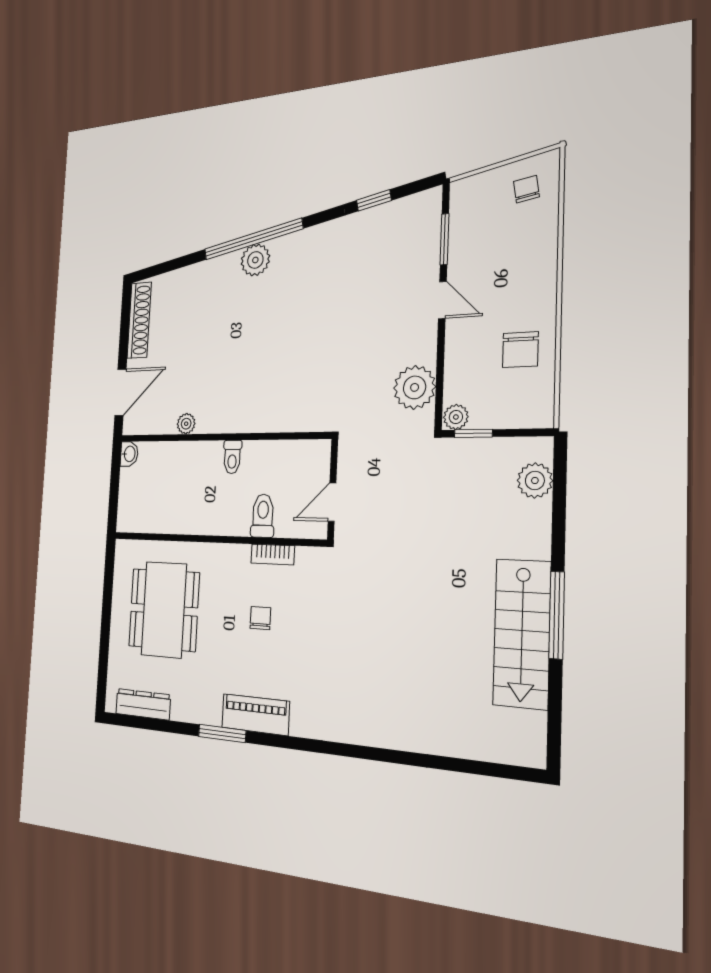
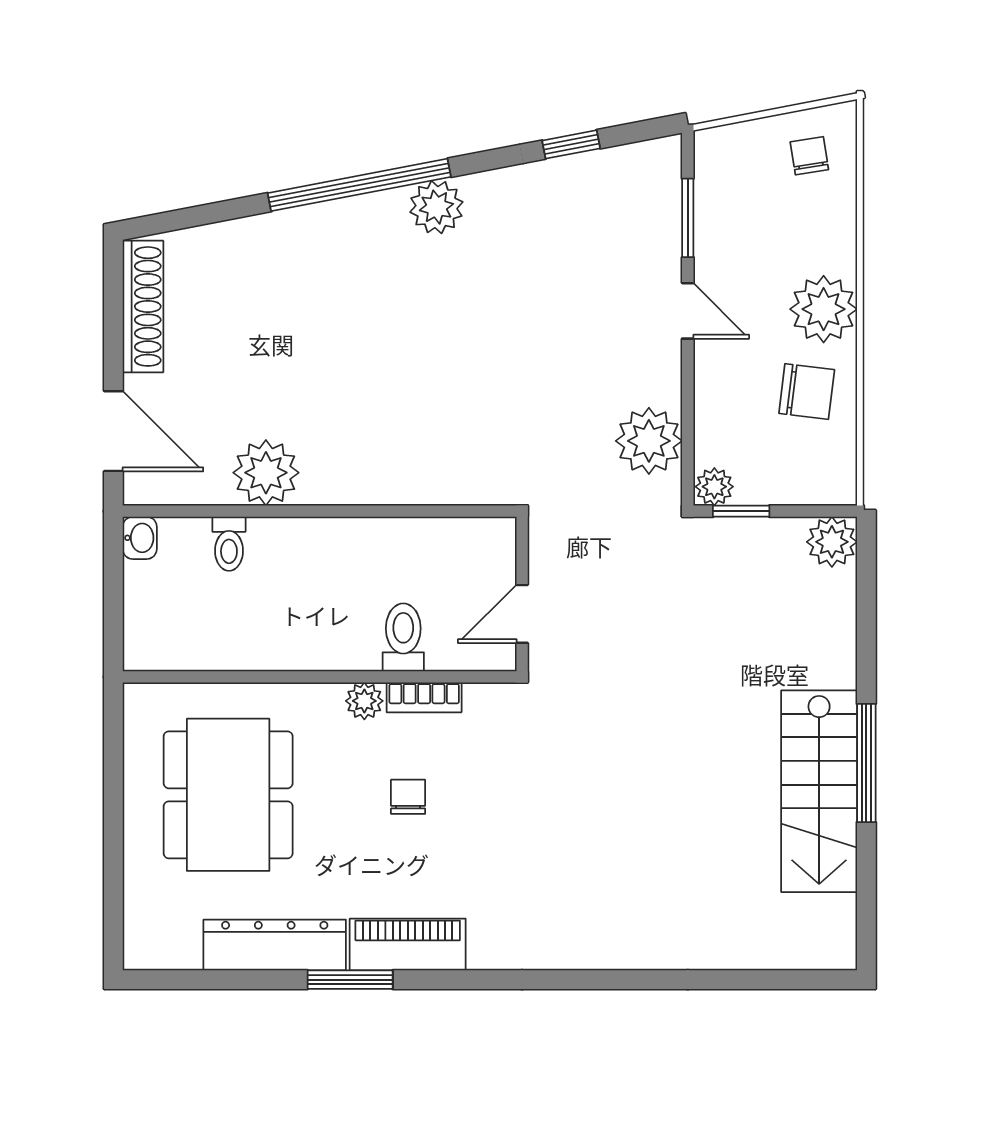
plant: (255, 260) -> (436, 207), moved
plant: (534, 292) -> (824, 309), added
chair: (520, 350) -> (807, 392), turned -83
door: (120, 392) -> (113, 431), hinge flipped
plant: (186, 424) -> (266, 473), width x1.88, depth x1.88
toilet: (232, 457) -> (229, 544), moved
plant: (535, 480) -> (832, 542), moved
plant: (239, 555) -> (364, 701), added
dresser: (143, 704) -> (275, 945), moved, width x1.37, depth x1.24

